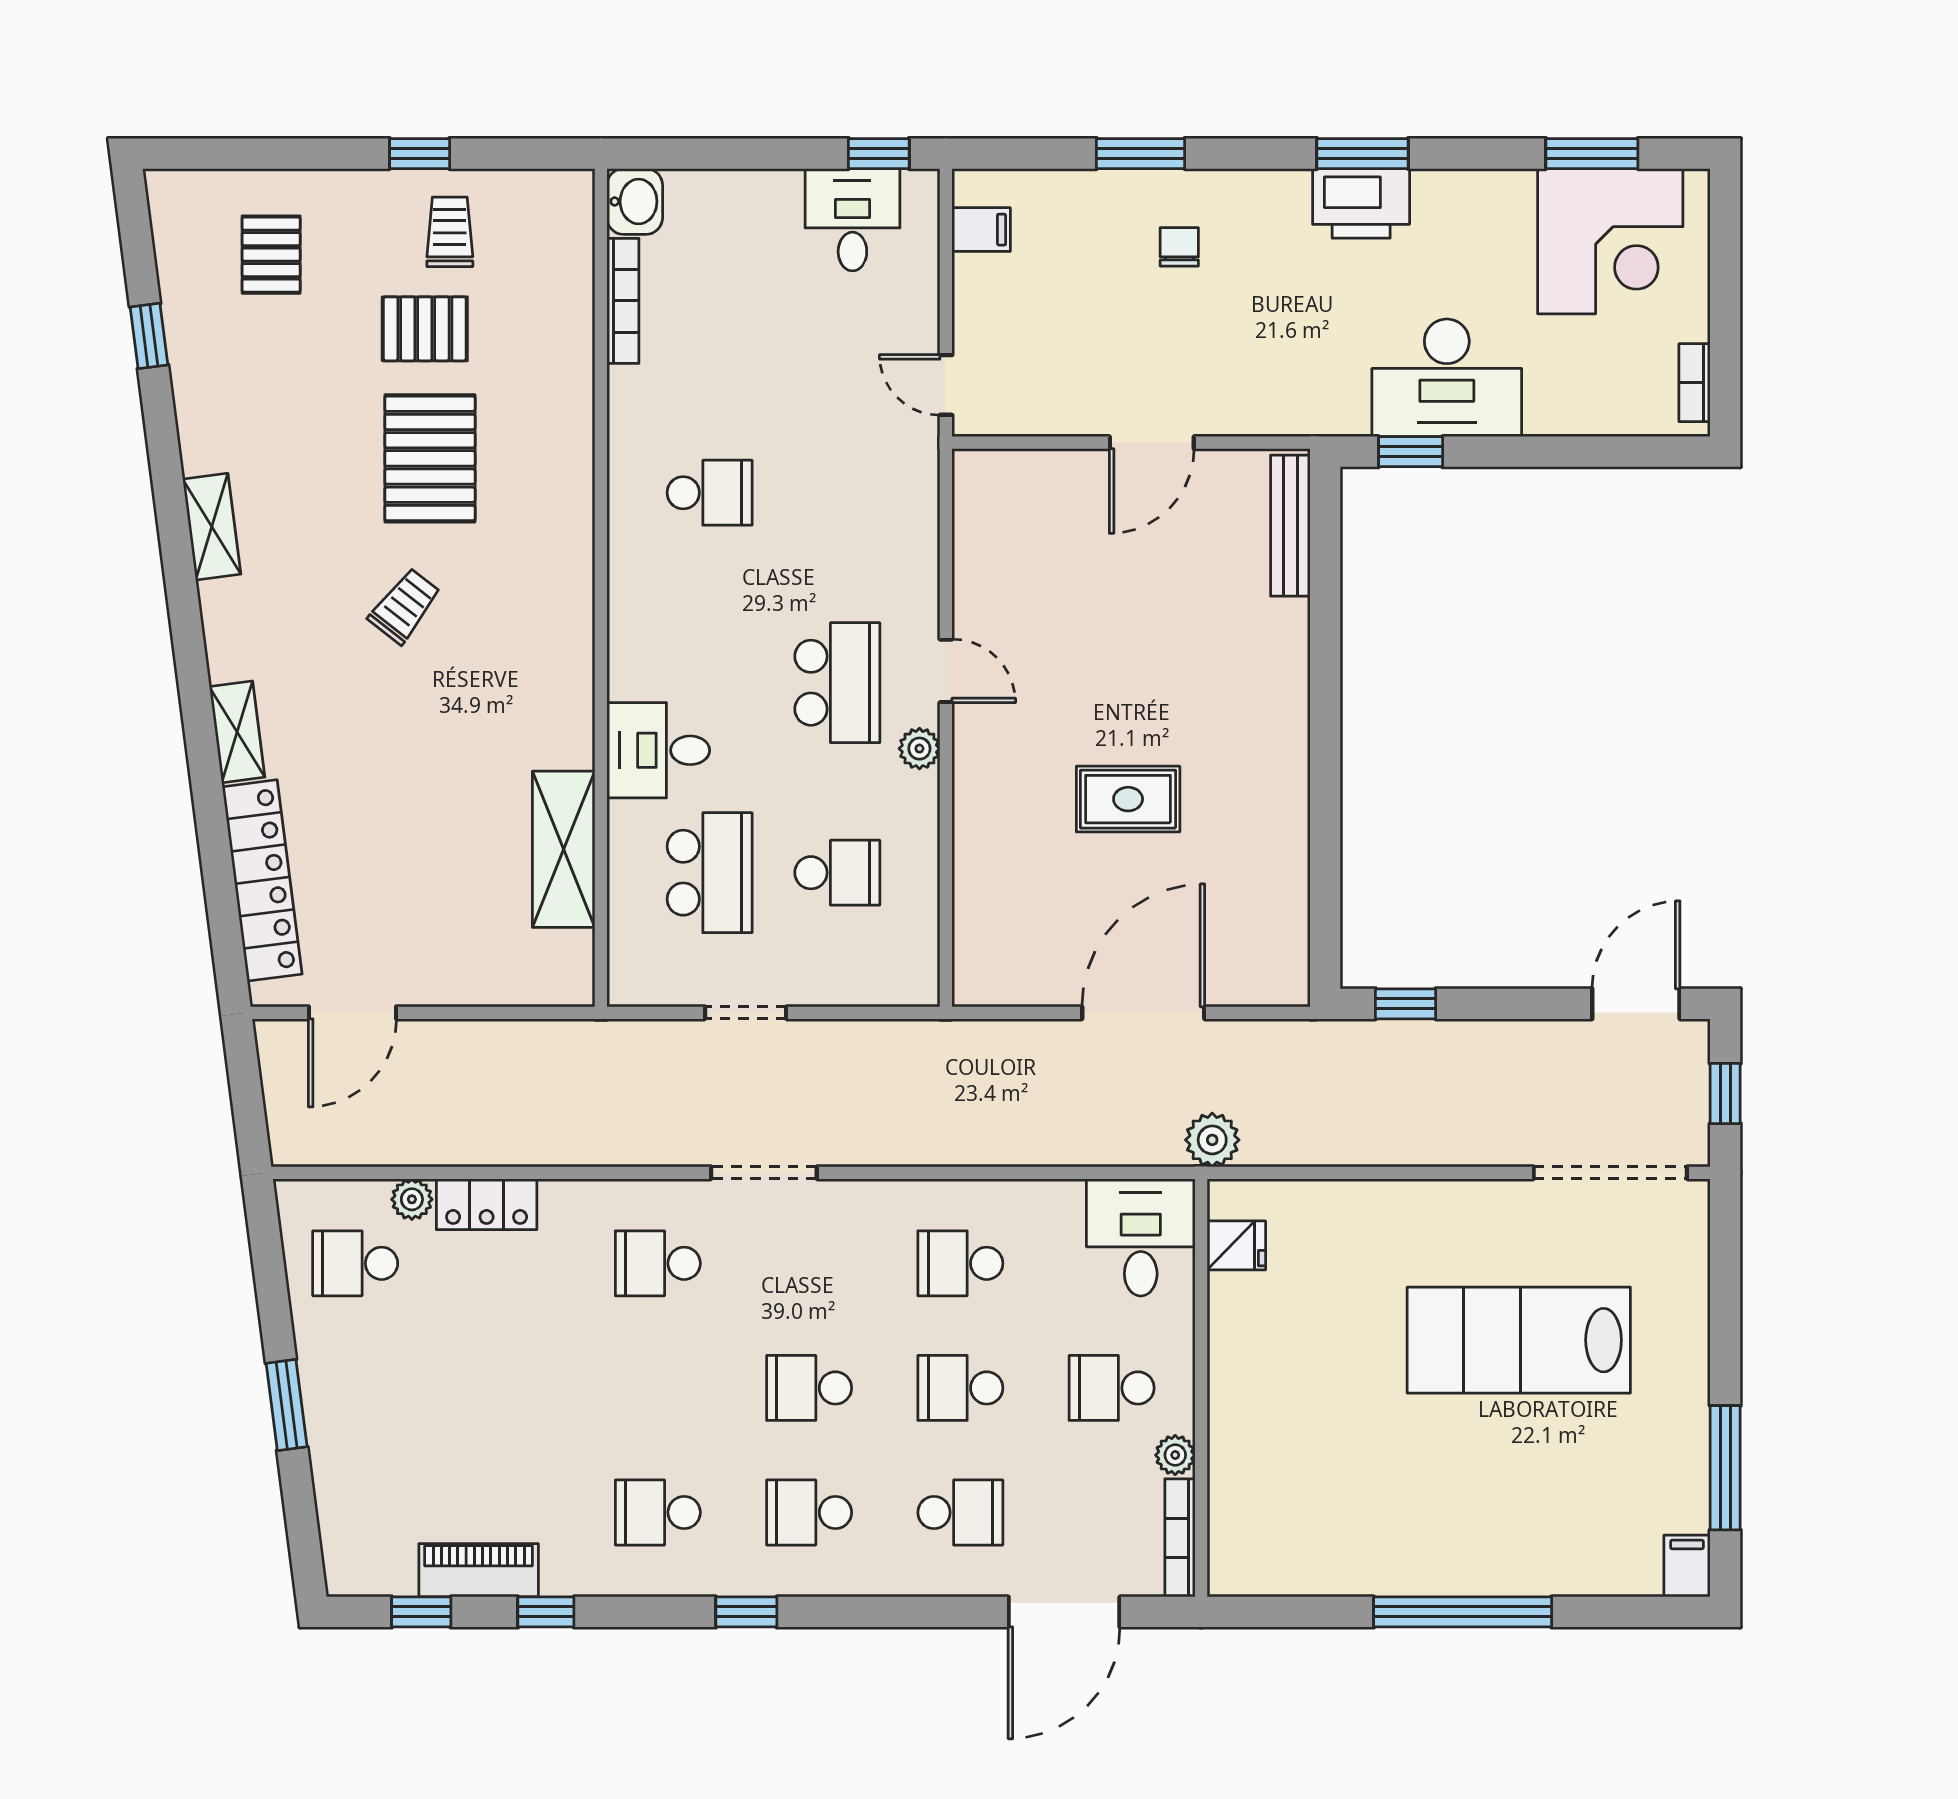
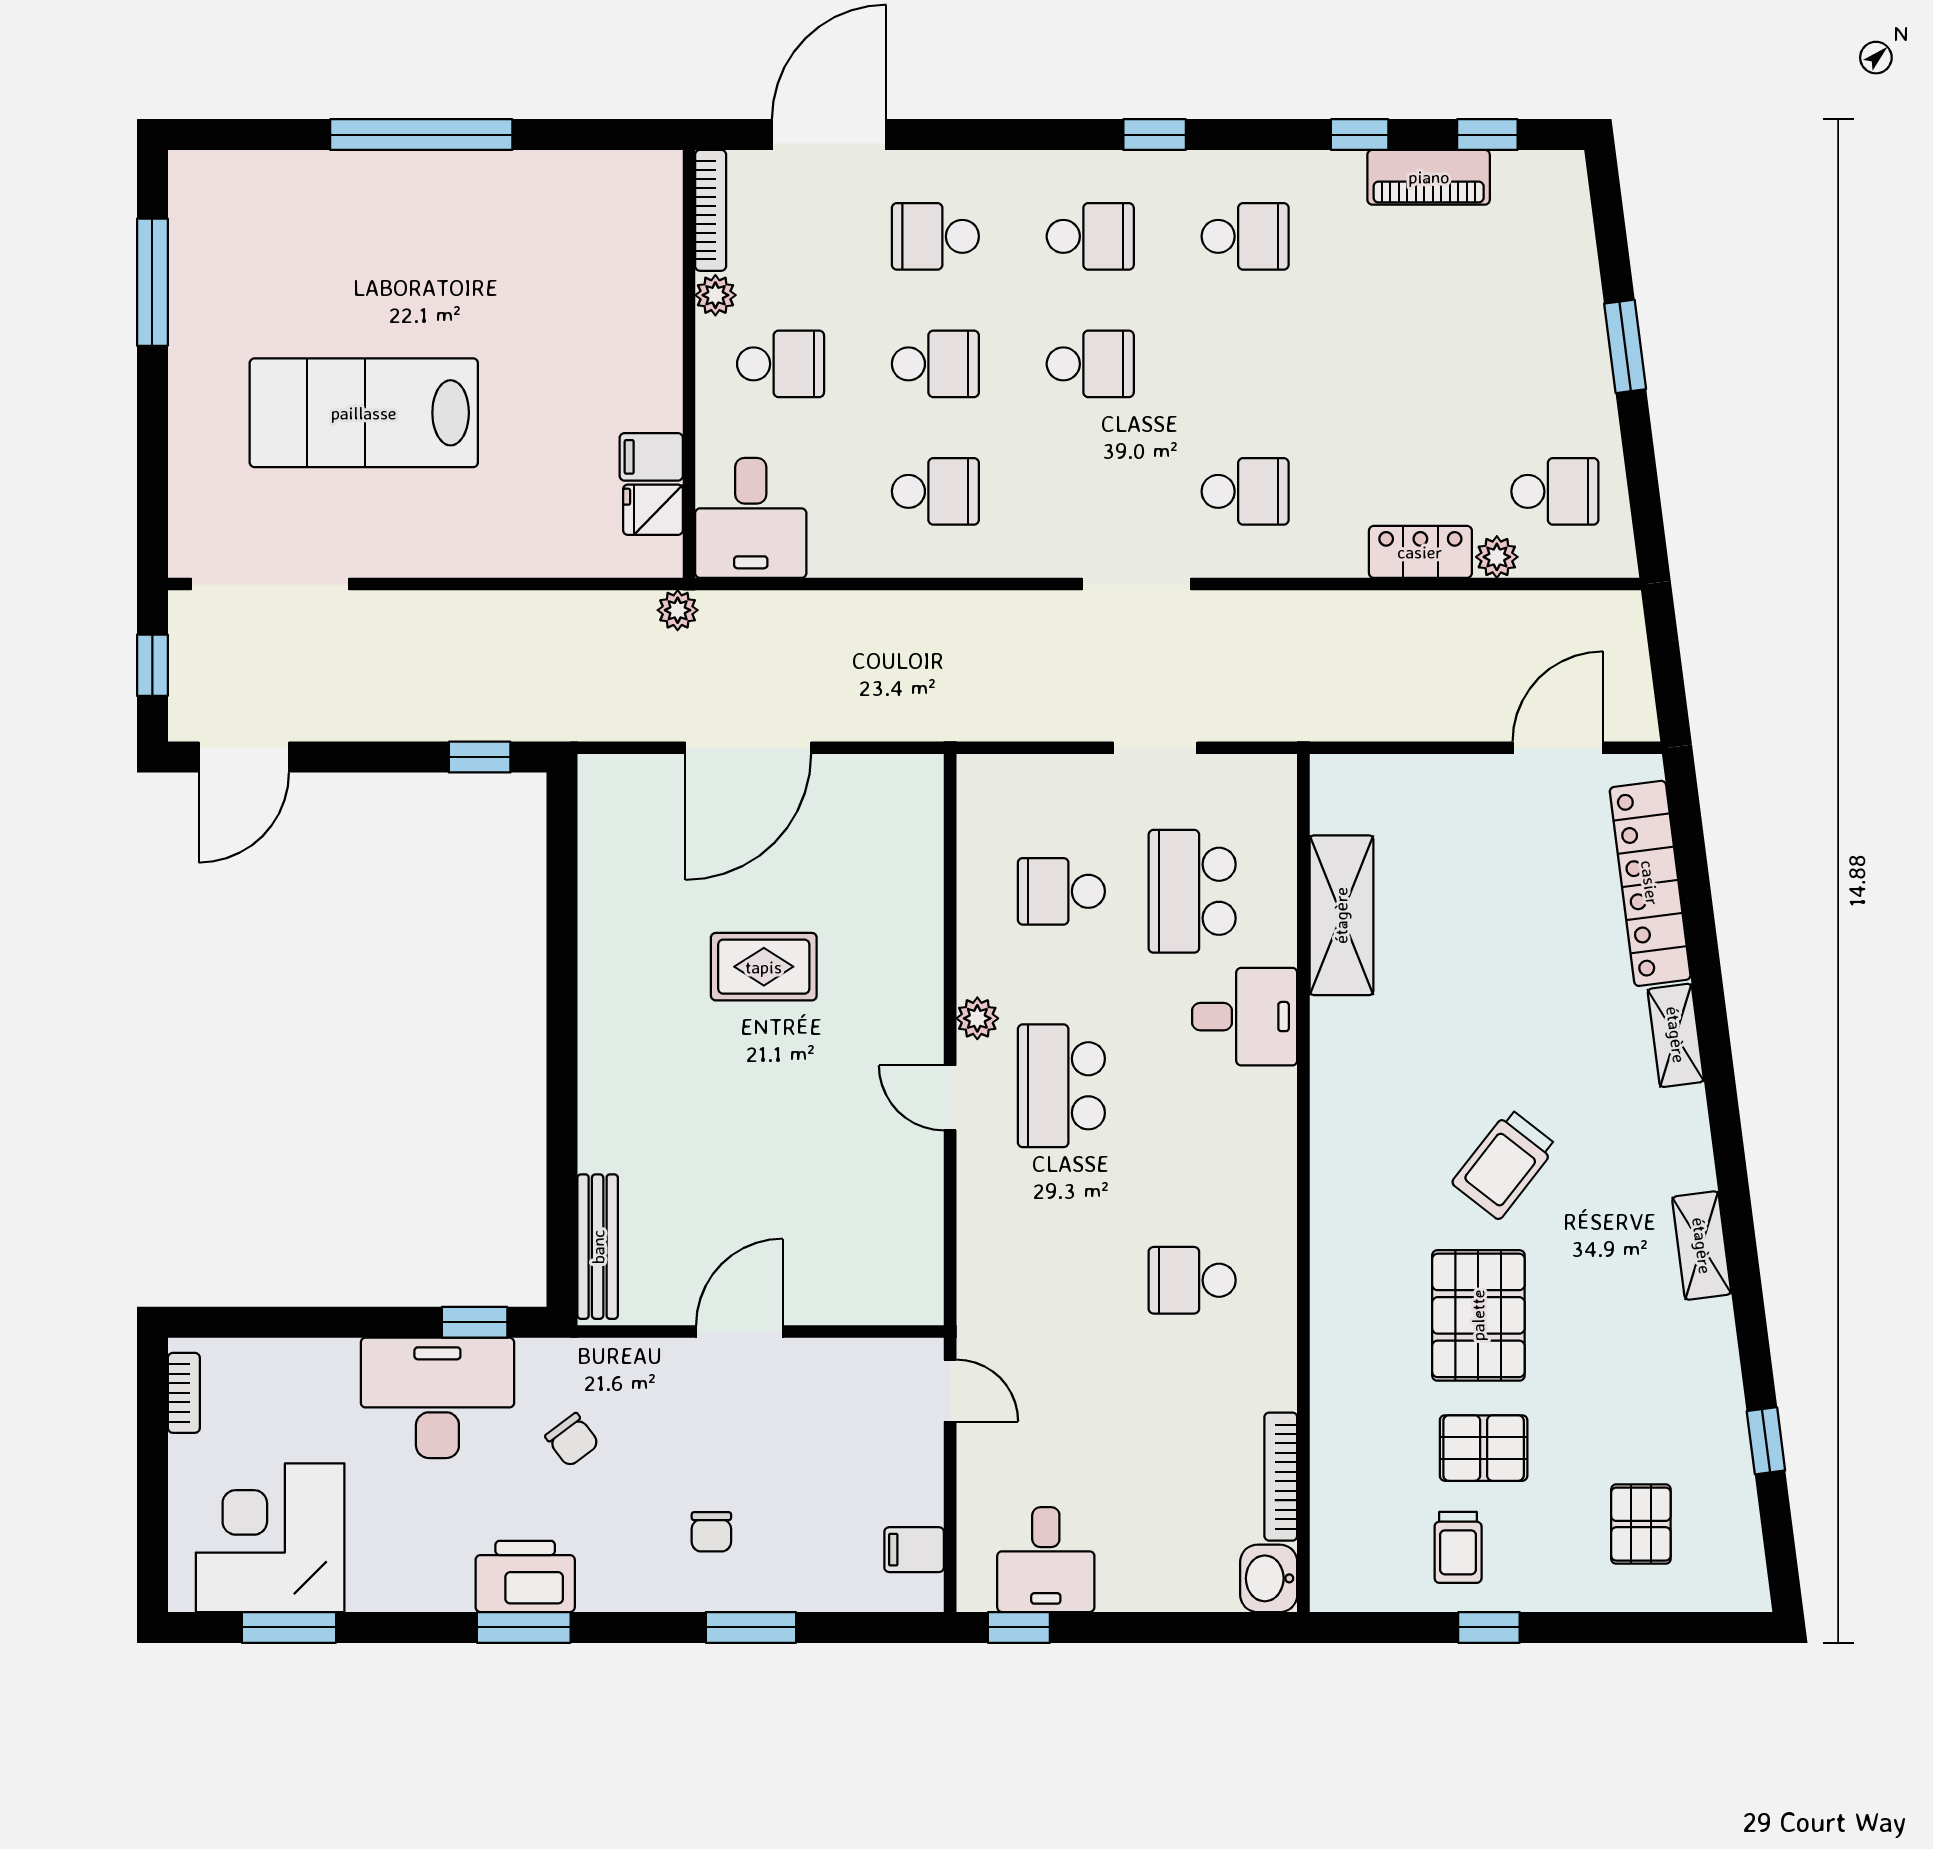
chair: (1315, 337) -> (572, 1440), added
trolley: (405, 606) -> (1504, 1164), width x1.36, depth x1.39
plant: (1212, 1140) -> (678, 610), width x0.73, depth x0.73
lab bench: (1519, 1340) -> (364, 413), turned 180
filing cabinet: (1687, 1566) -> (651, 457), moved, turned 90

